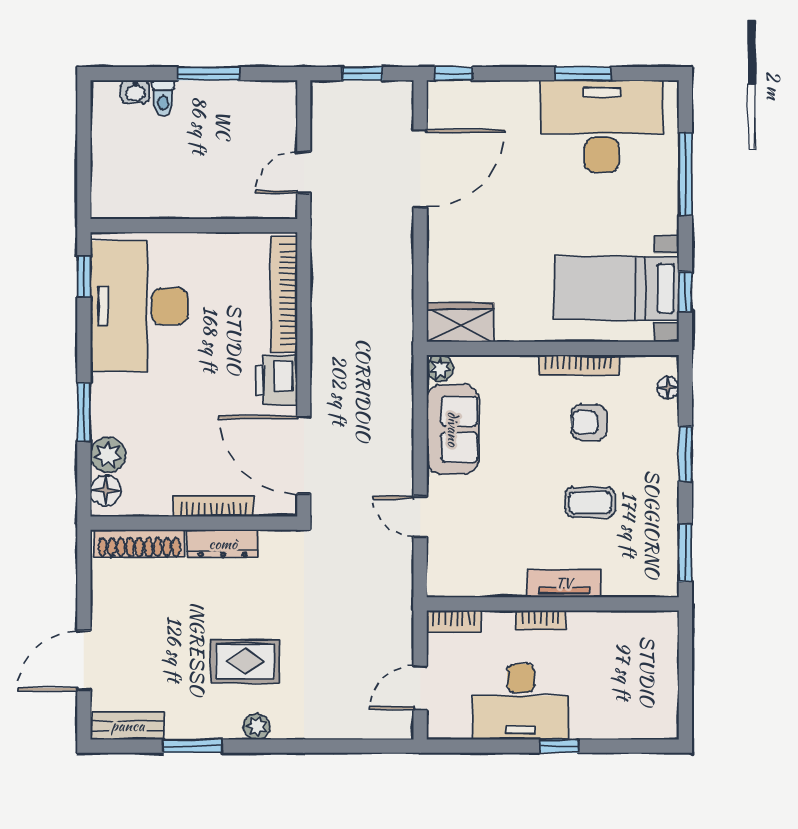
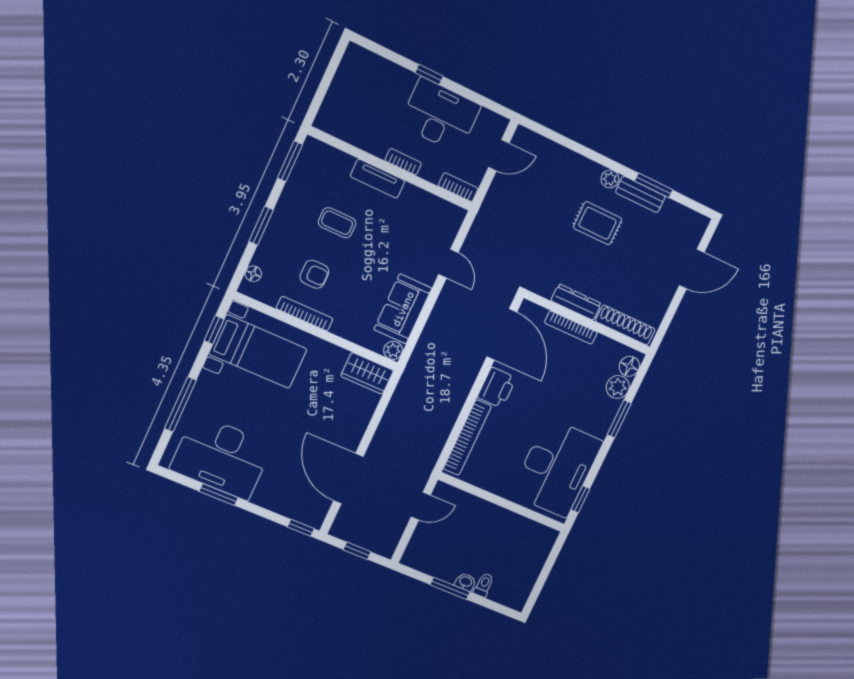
washbasin: (135, 92) -> (465, 582), moved
door: (420, 169) -> (348, 479), hinge flipped
bench: (128, 726) -> (640, 194), moved

